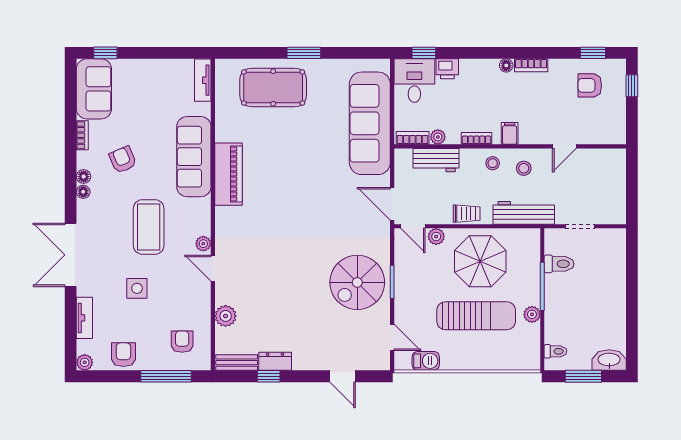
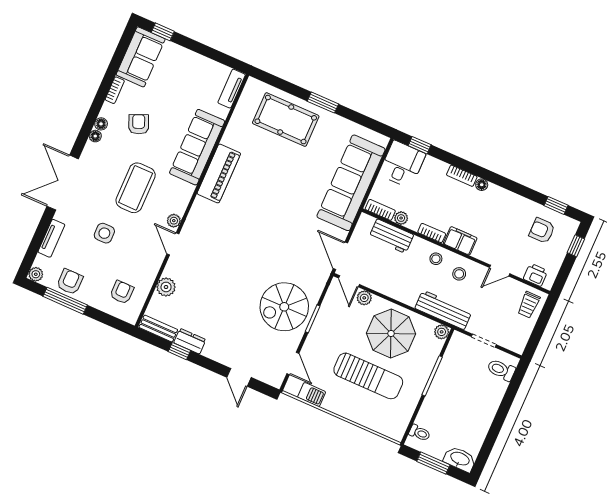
bookcase: (531, 65) -> (462, 176), moved
printer: (447, 69) -> (535, 275), moved, turned 180
filing cabinet: (510, 133) -> (460, 241), width x2.00
trolley: (467, 214) -> (529, 305), moved, turned 90
toilet: (559, 264) -> (501, 370), moved, turned 180
plant: (532, 314) -> (442, 332), moved
window: (166, 376) -> (65, 301), moved

